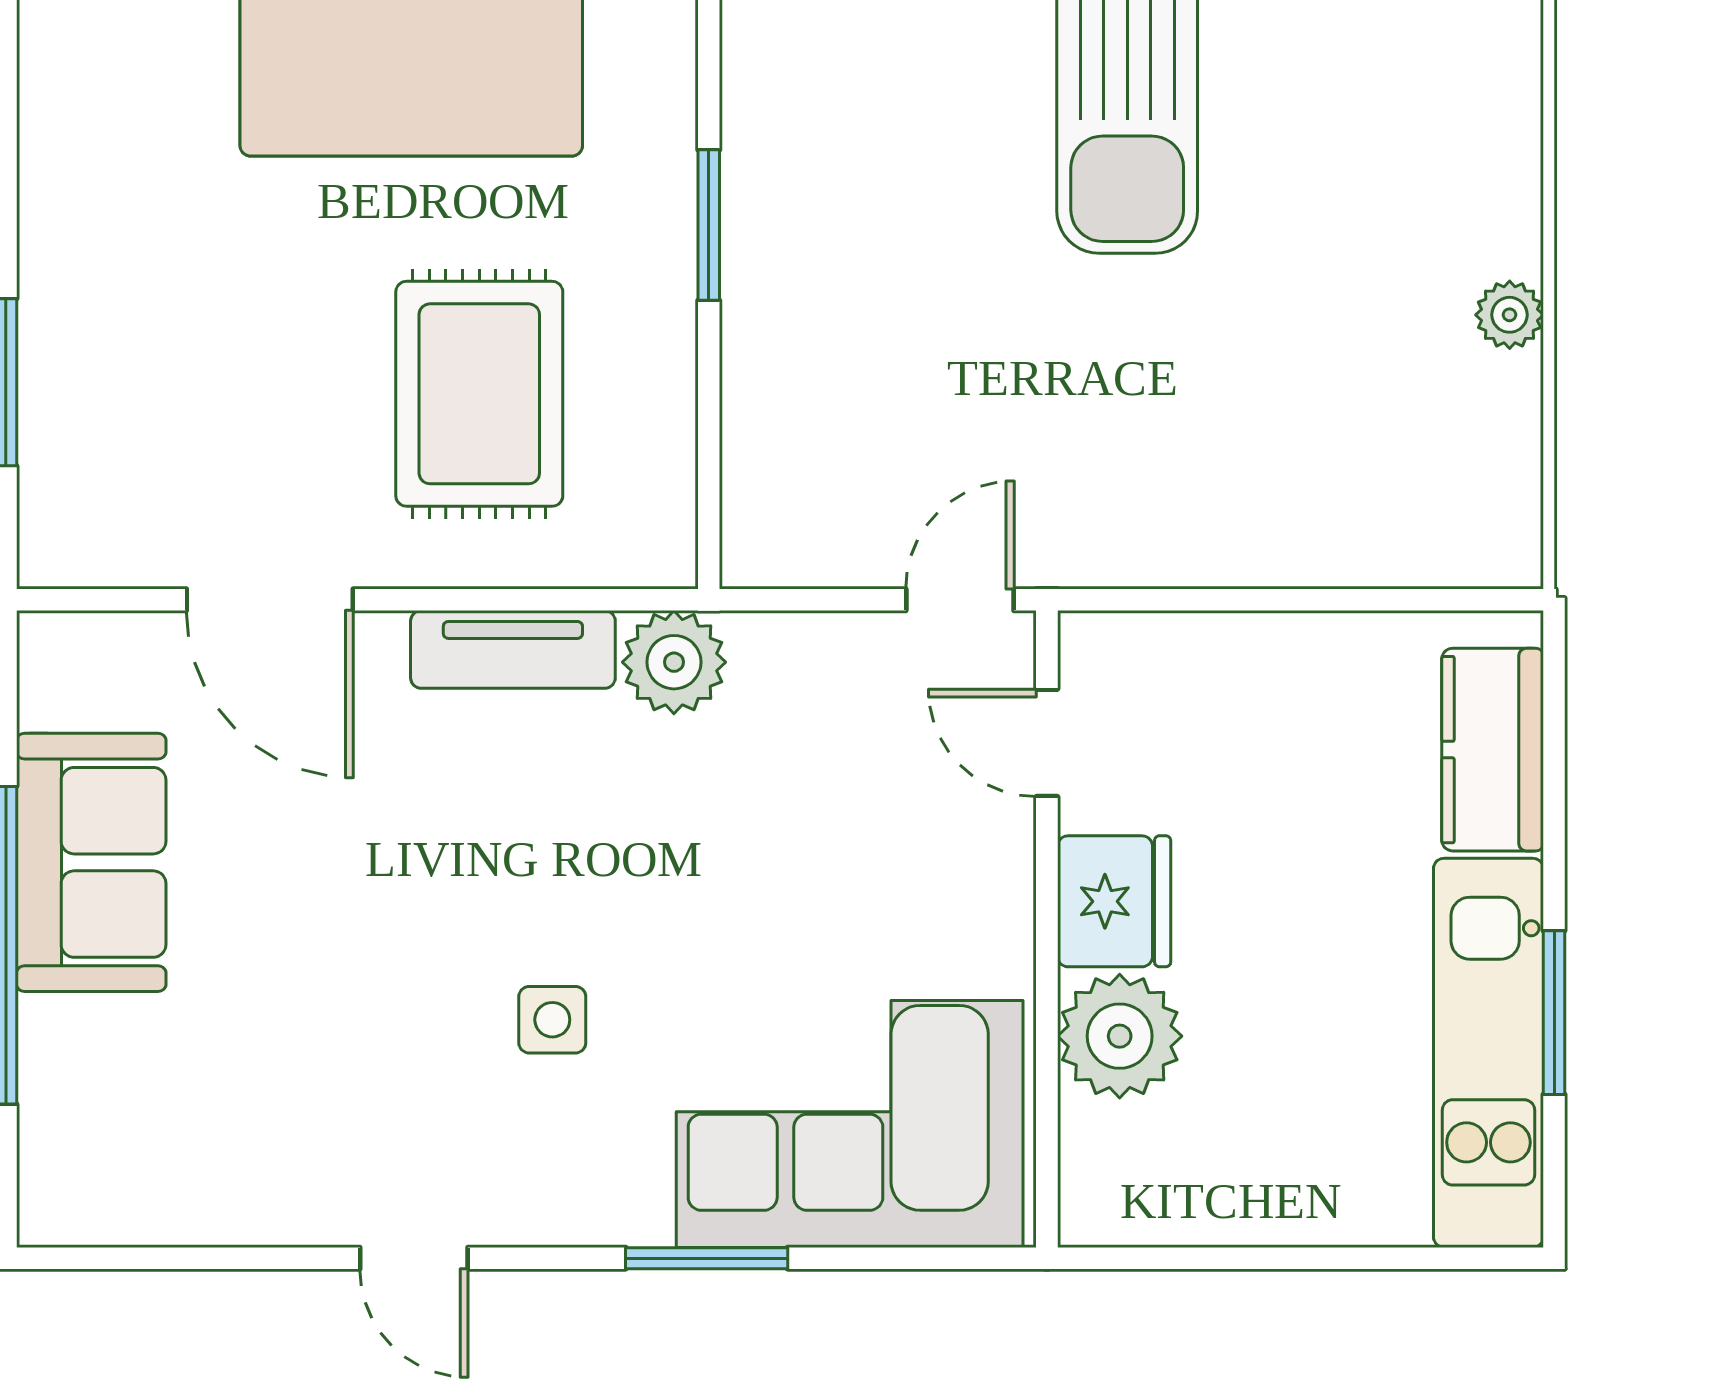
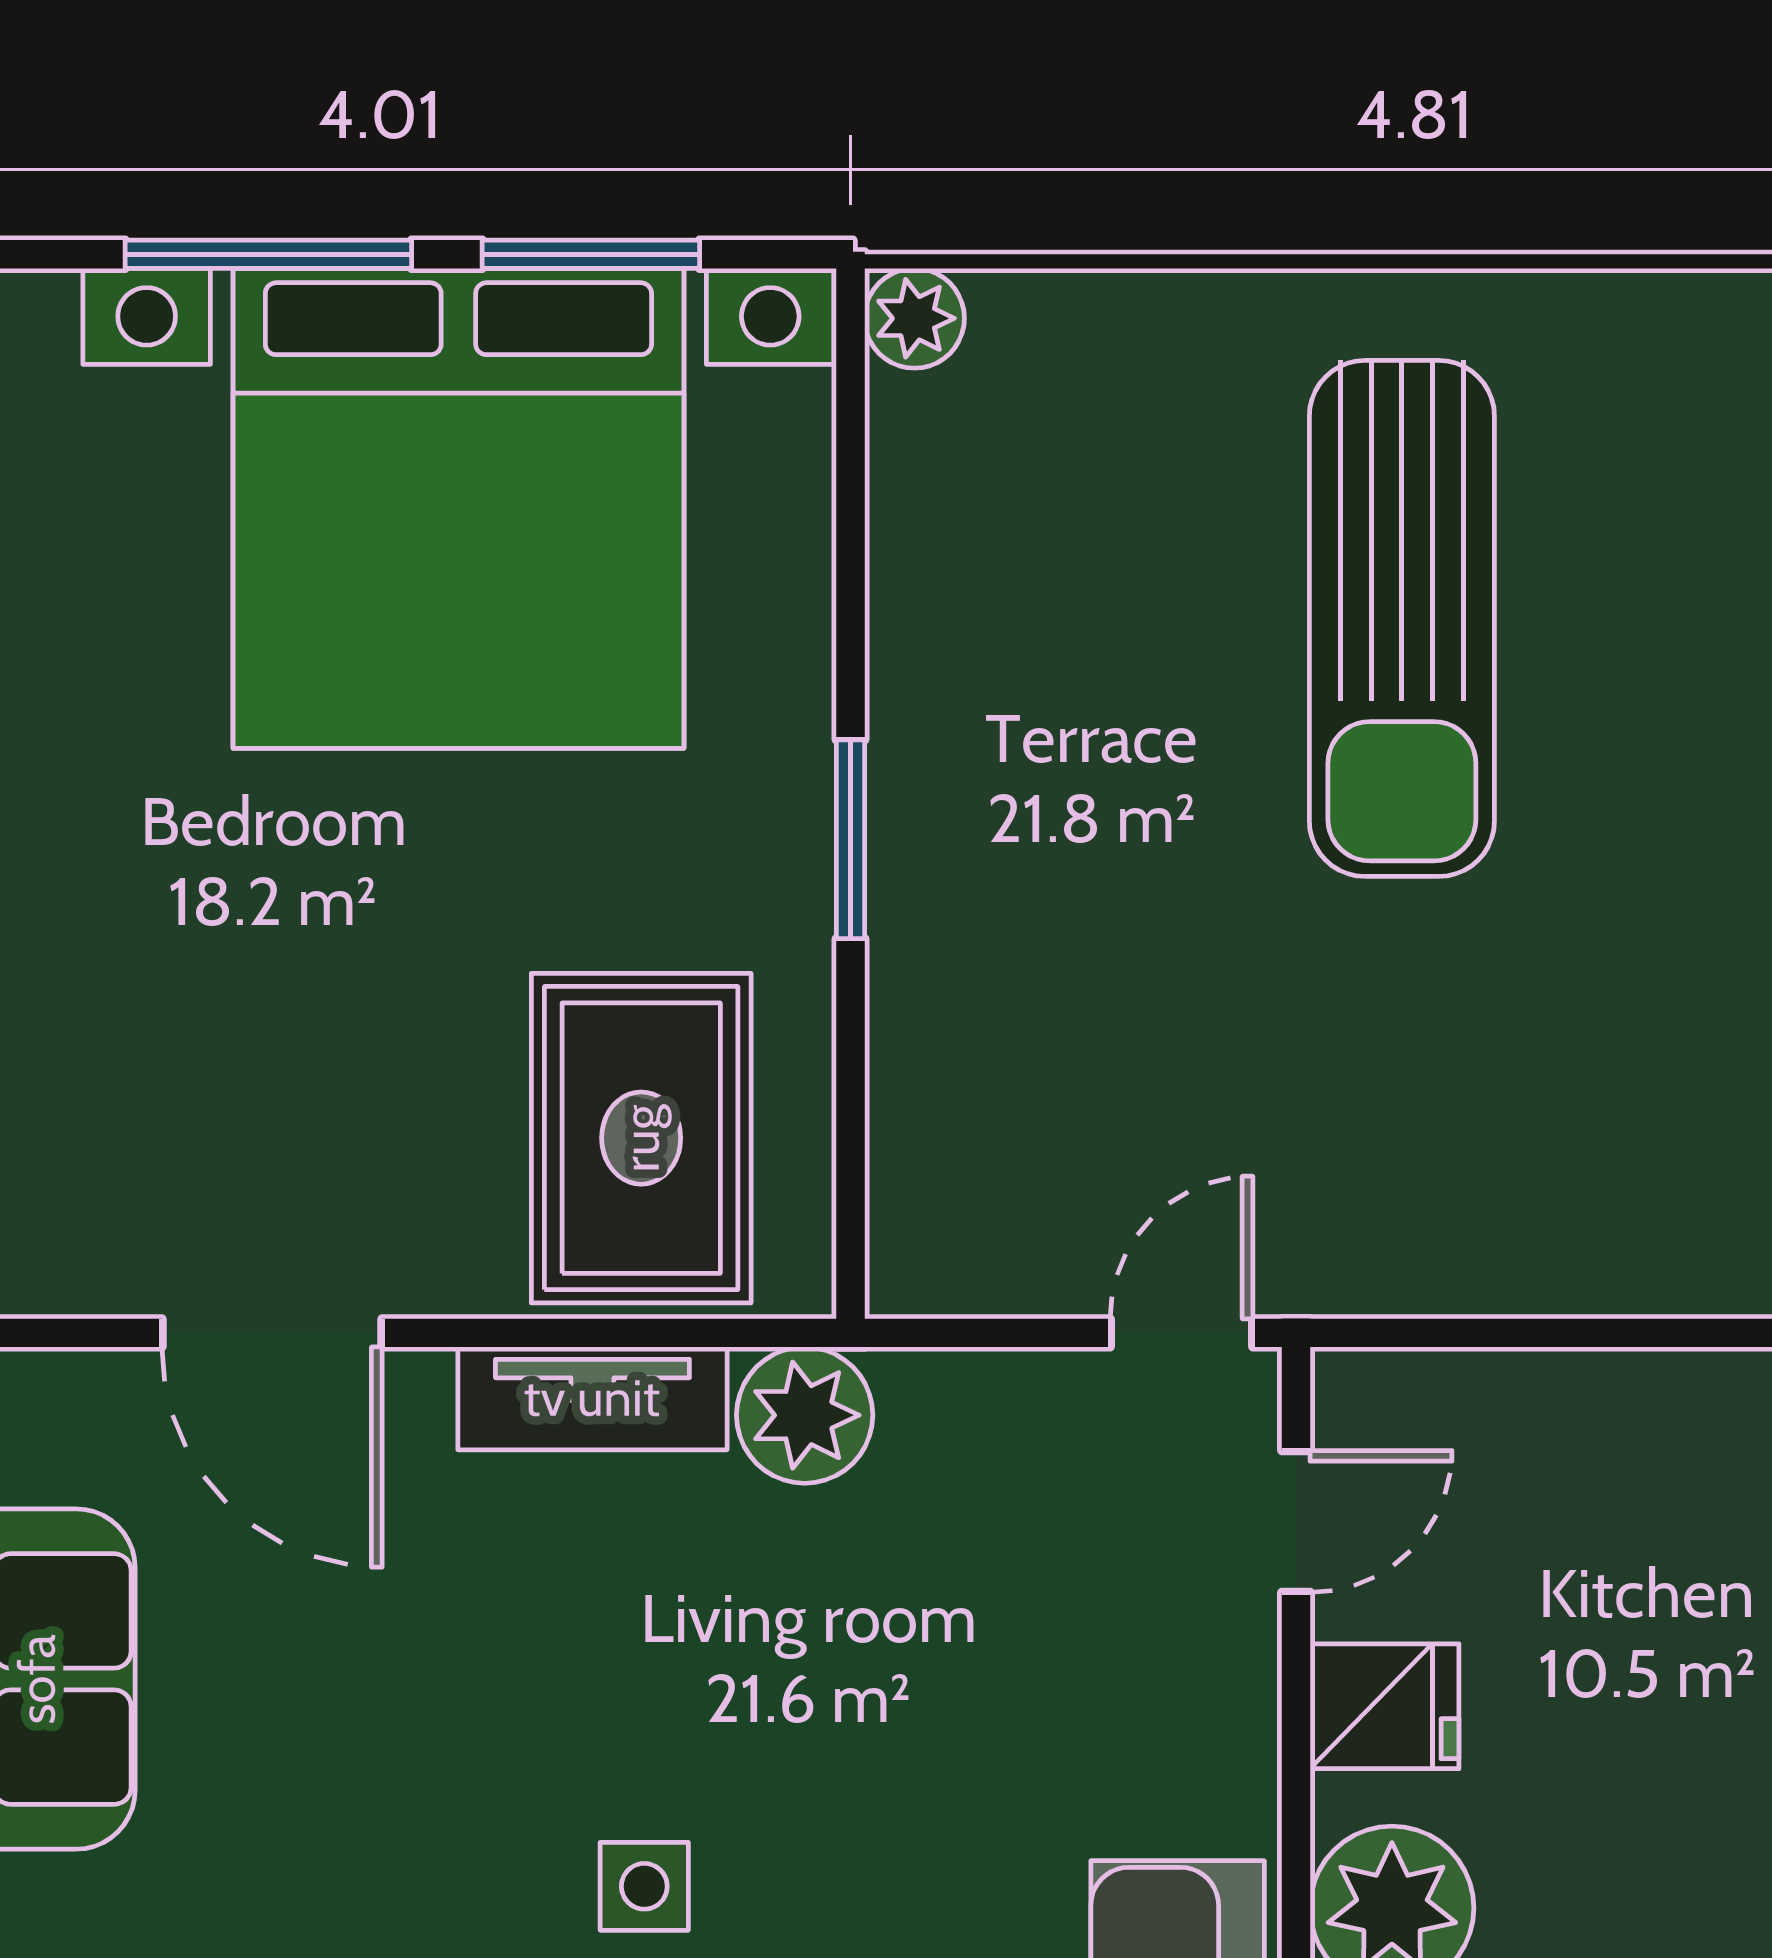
rug: (479, 394) -> (641, 1138), moved
door: (1047, 743) -> (1296, 1522), swing flipped
fridge: (1114, 901) -> (1385, 1706), width x0.72

